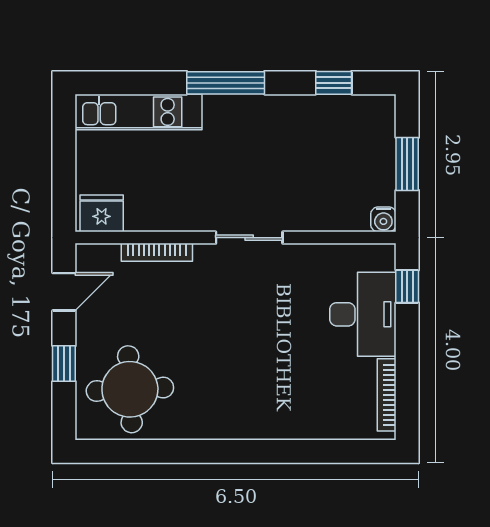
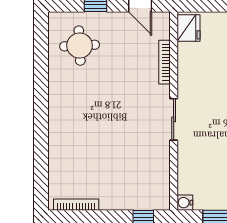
desk: (363, 314) -> (126, 190), removed
round table: (130, 389) -> (80, 46), width x0.73, depth x0.73

